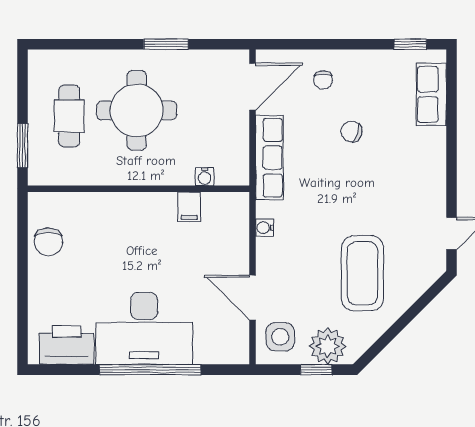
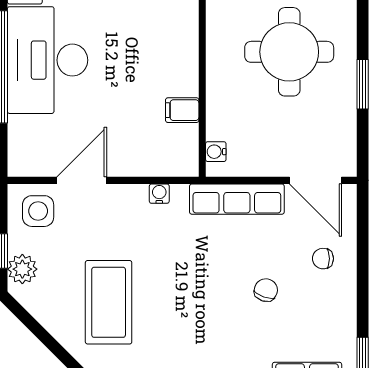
water cooler: (205, 177) -> (216, 152), moved
coffee table: (362, 273) -> (109, 302), turned 90
plant: (328, 346) -> (22, 269), width x0.73, depth x0.73

